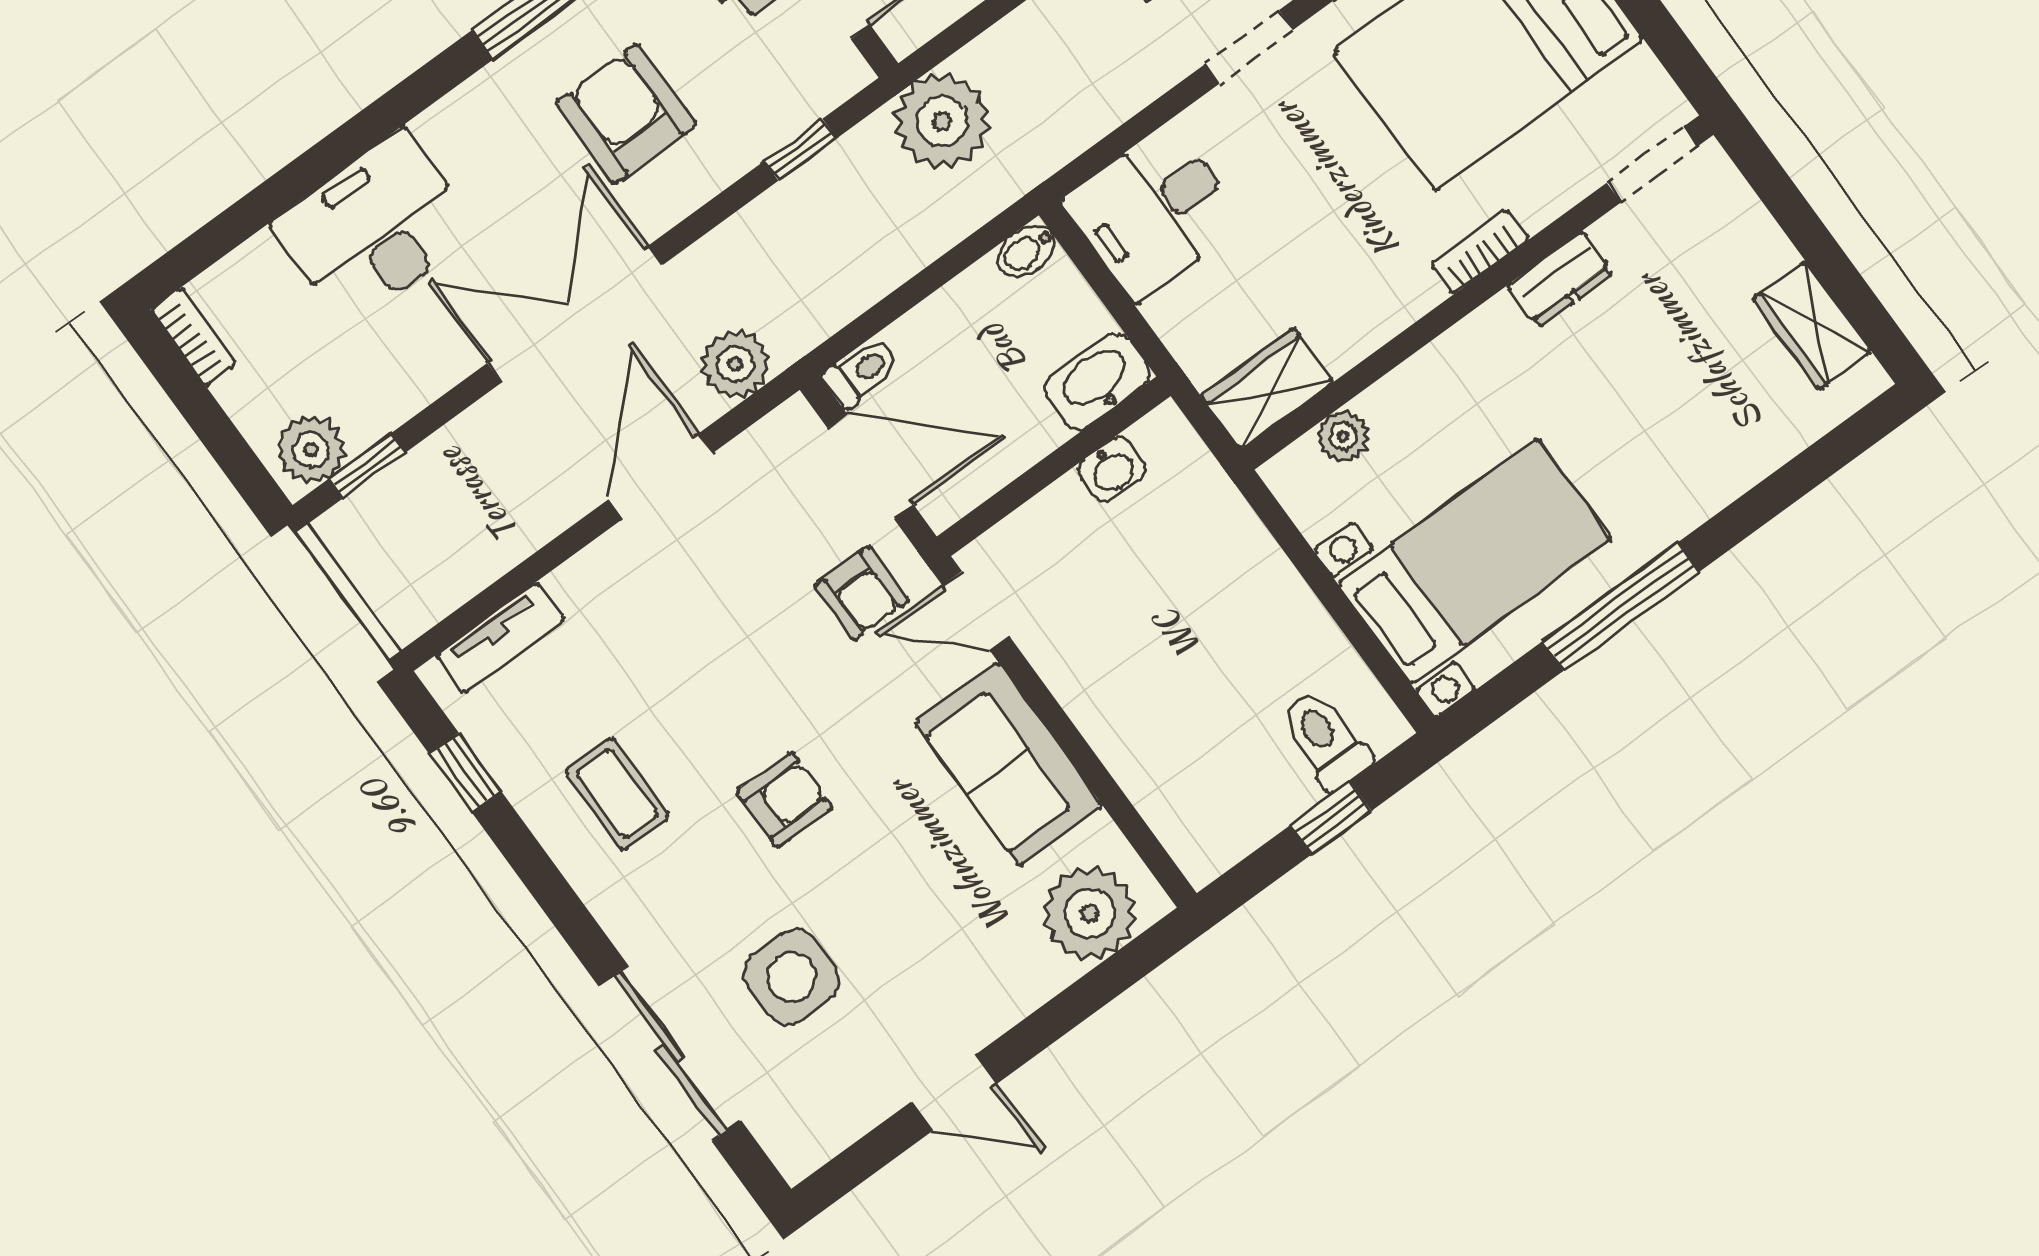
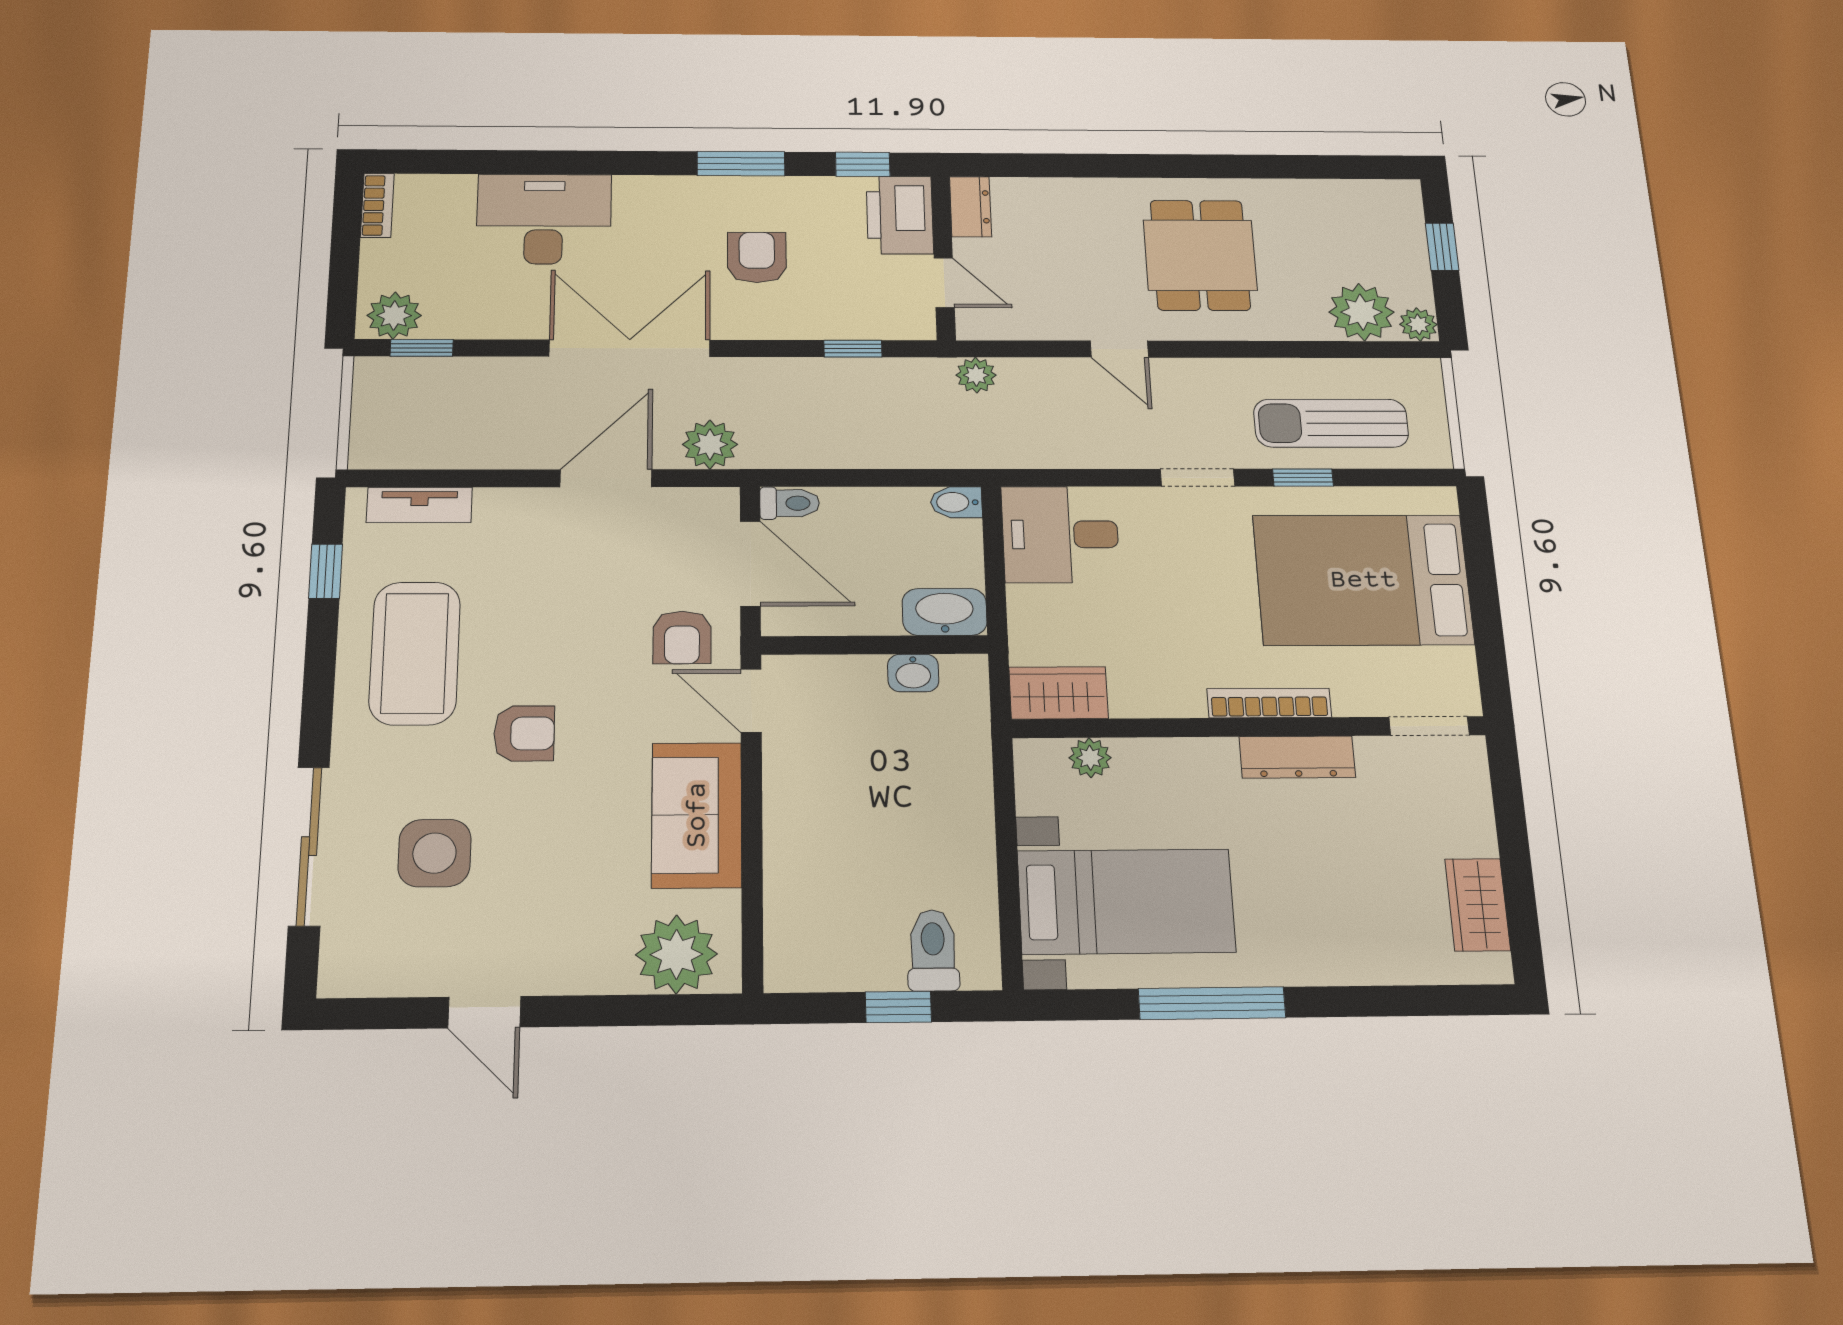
armchair: (626, 113) -> (757, 257), width x0.72, depth x0.72
plant: (942, 121) -> (976, 375), width x0.53, depth x0.53
bookcase: (1480, 252) -> (1269, 703), width x1.56
dresser: (1560, 279) -> (1297, 757), width x1.44
coffee table: (617, 794) -> (415, 653), width x1.86, depth x1.72

